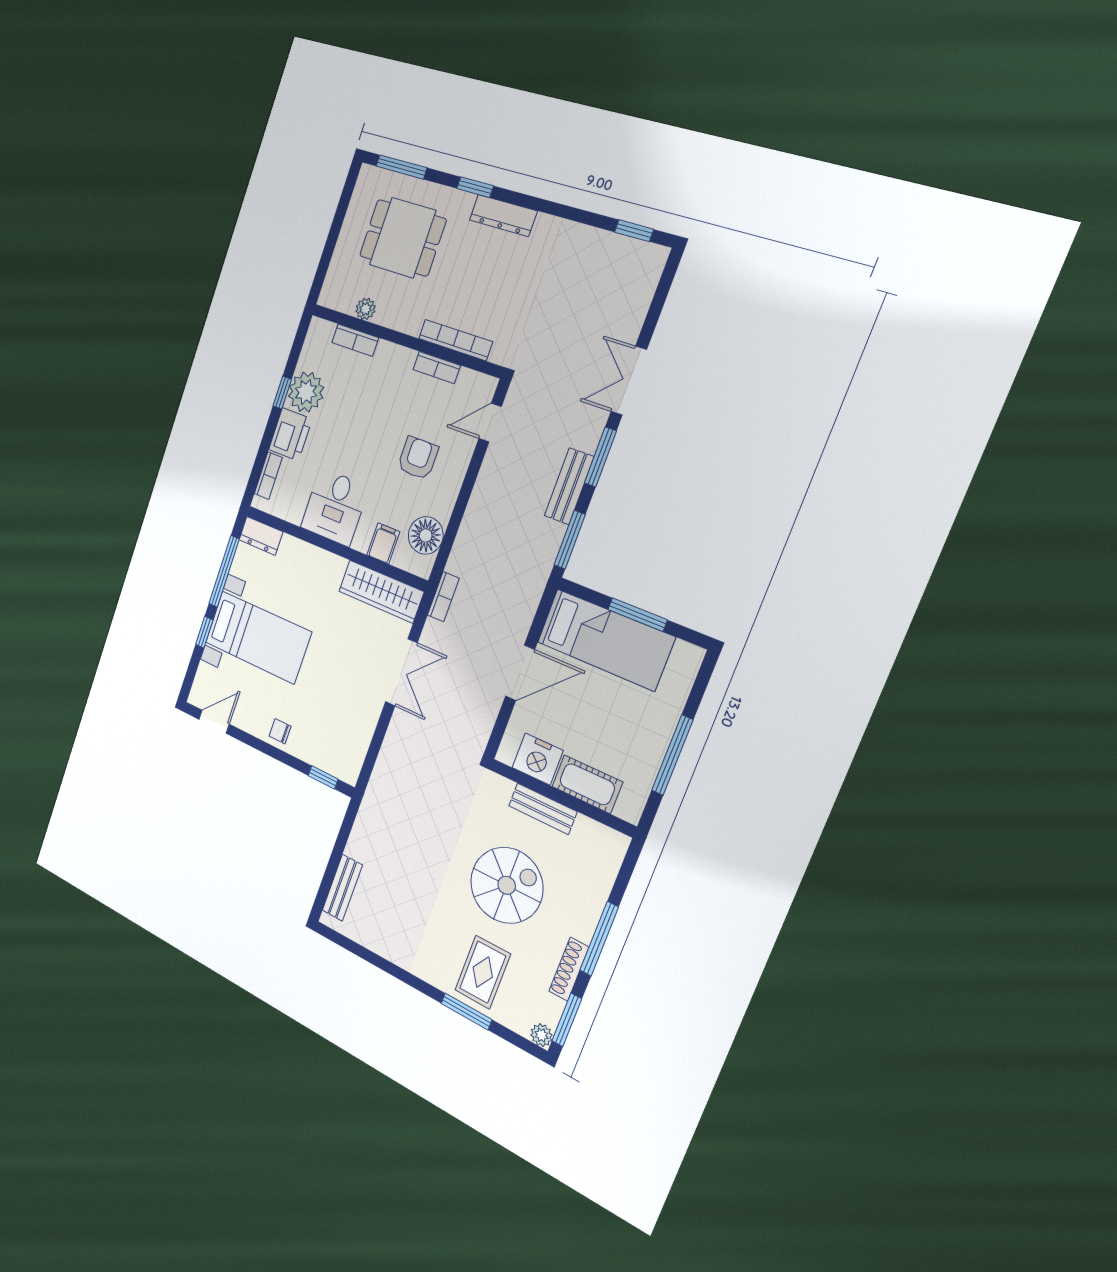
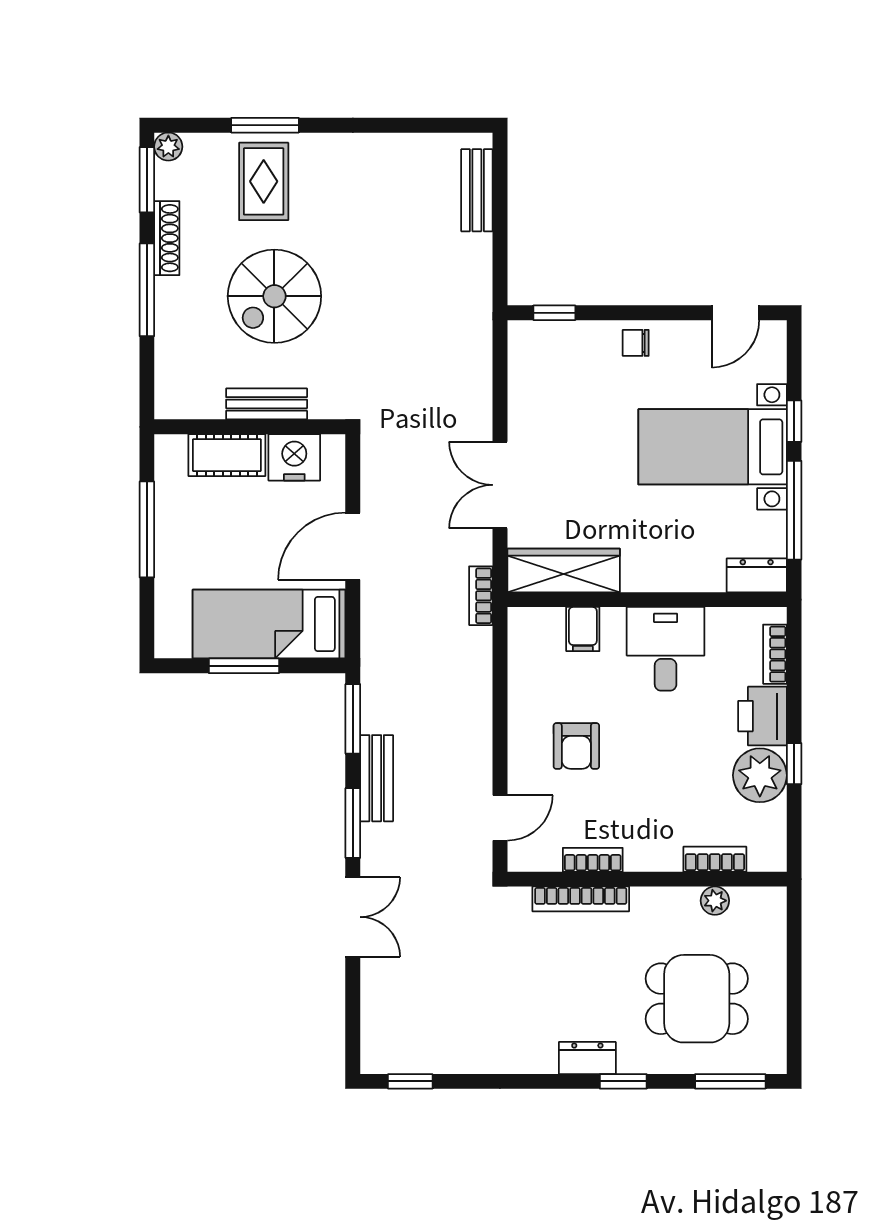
dresser: (503, 215) -> (587, 1058), width x0.70
floor lamp: (426, 535) -> (531, 659), removed
chair: (280, 731) -> (636, 343), turned 180

